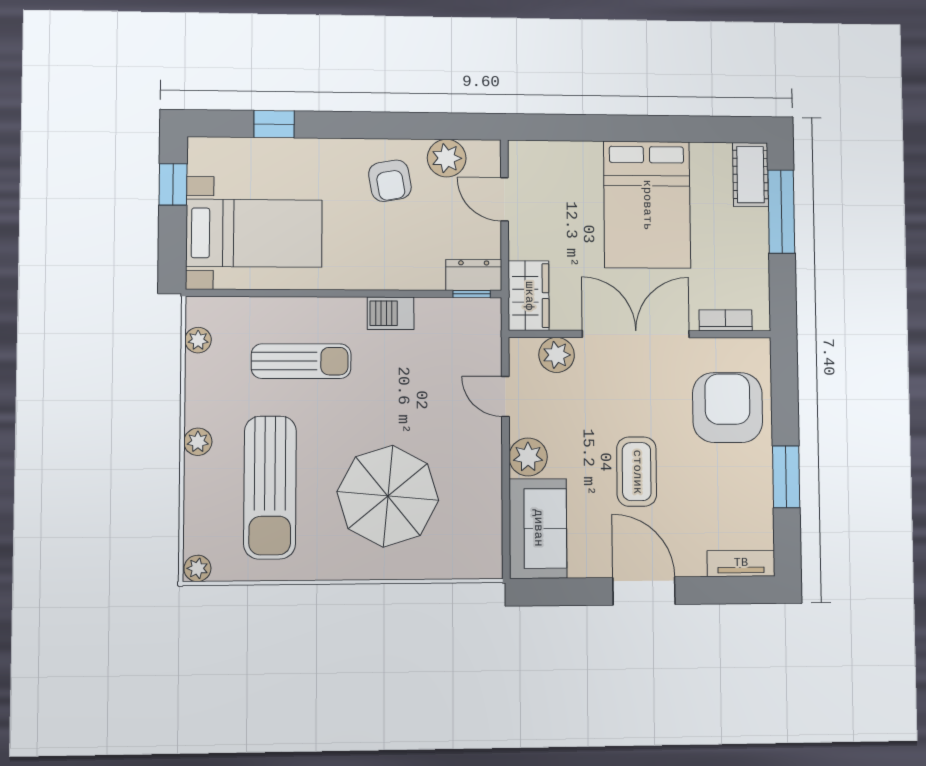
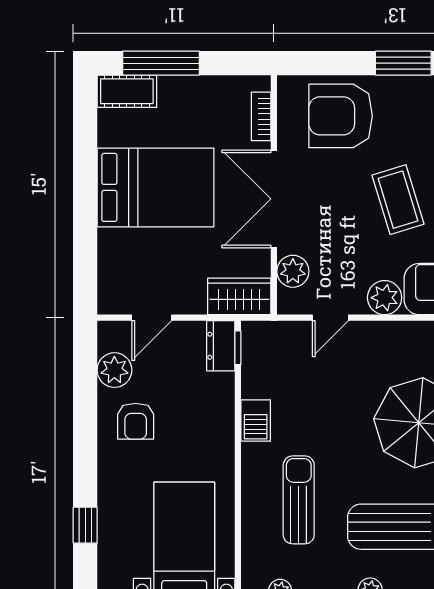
armchair: (390, 181) -> (136, 421), turned 100
coffee table: (637, 472) -> (398, 200), turned 73

